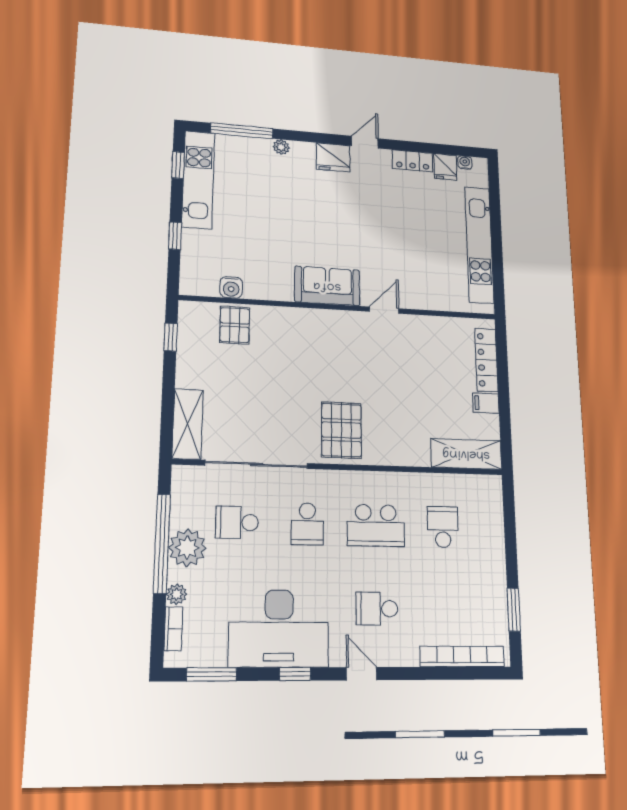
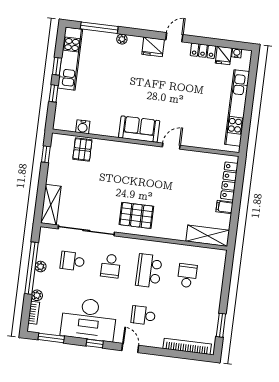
window: (178, 165) -> (57, 66), moved
pallet: (341, 430) -> (136, 215), turned 90
school desk: (376, 525) -> (149, 271), turned 90
plant: (187, 548) -> (41, 267), width x0.53, depth x0.53

